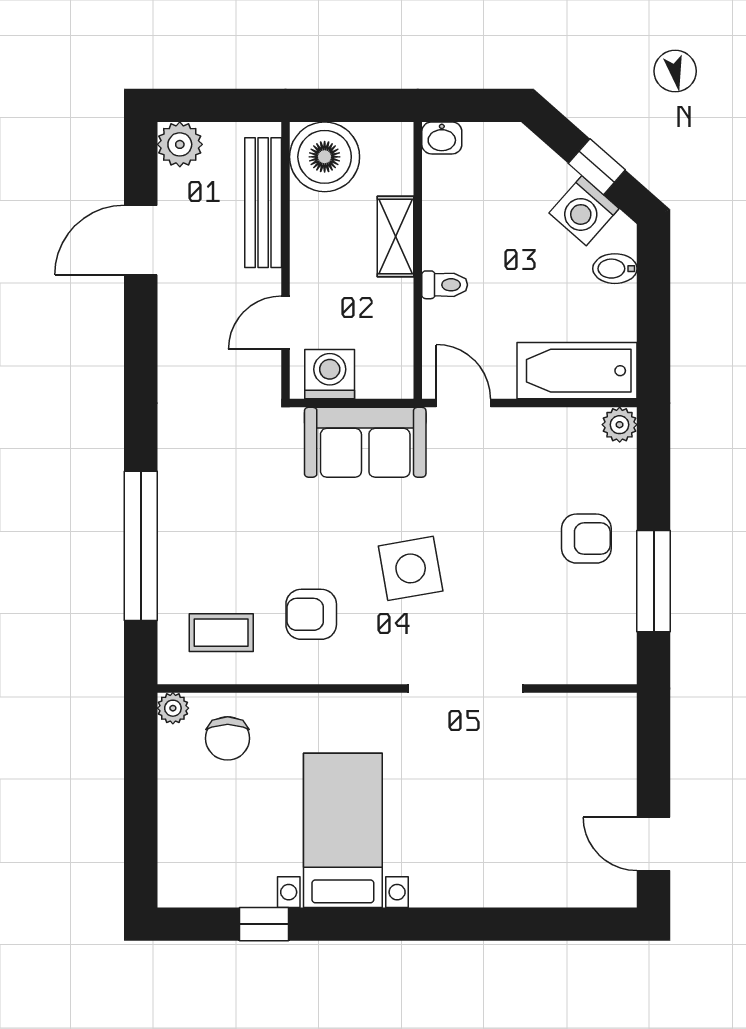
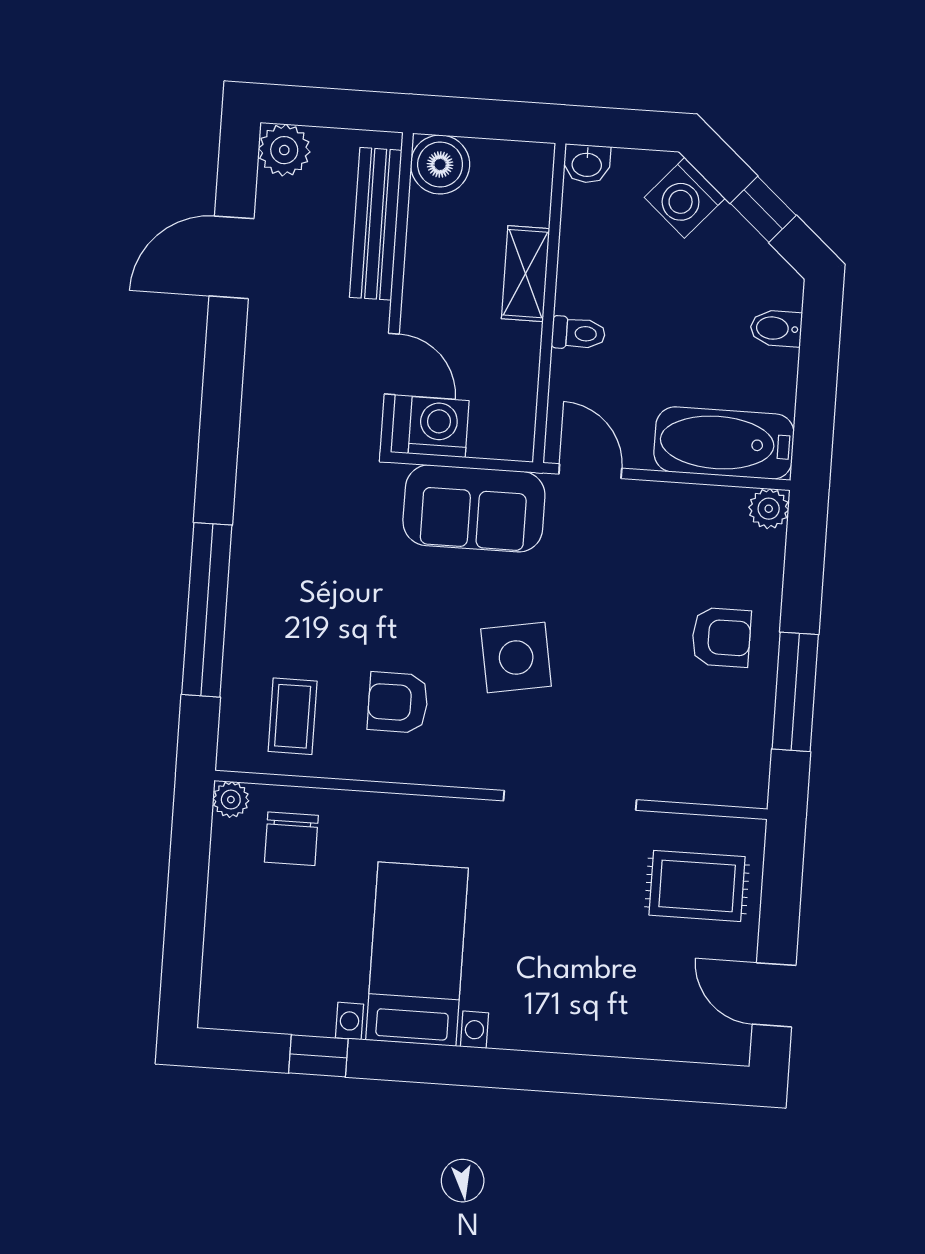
boiler: (325, 157) -> (440, 164), width x0.73, depth x0.73
washing machine: (584, 211) -> (685, 198), moved
door: (285, 323) -> (392, 364), swing flipped
coffee table: (221, 633) -> (293, 716), turned 90
rug: (581, 755) -> (697, 886), added

